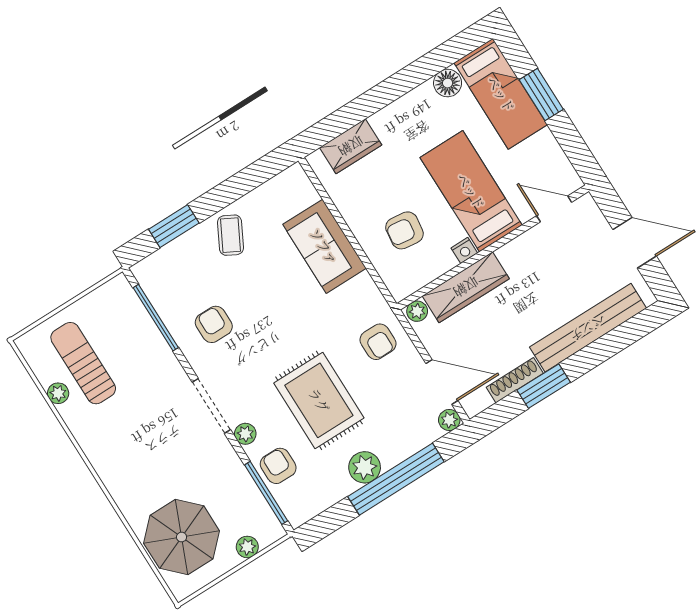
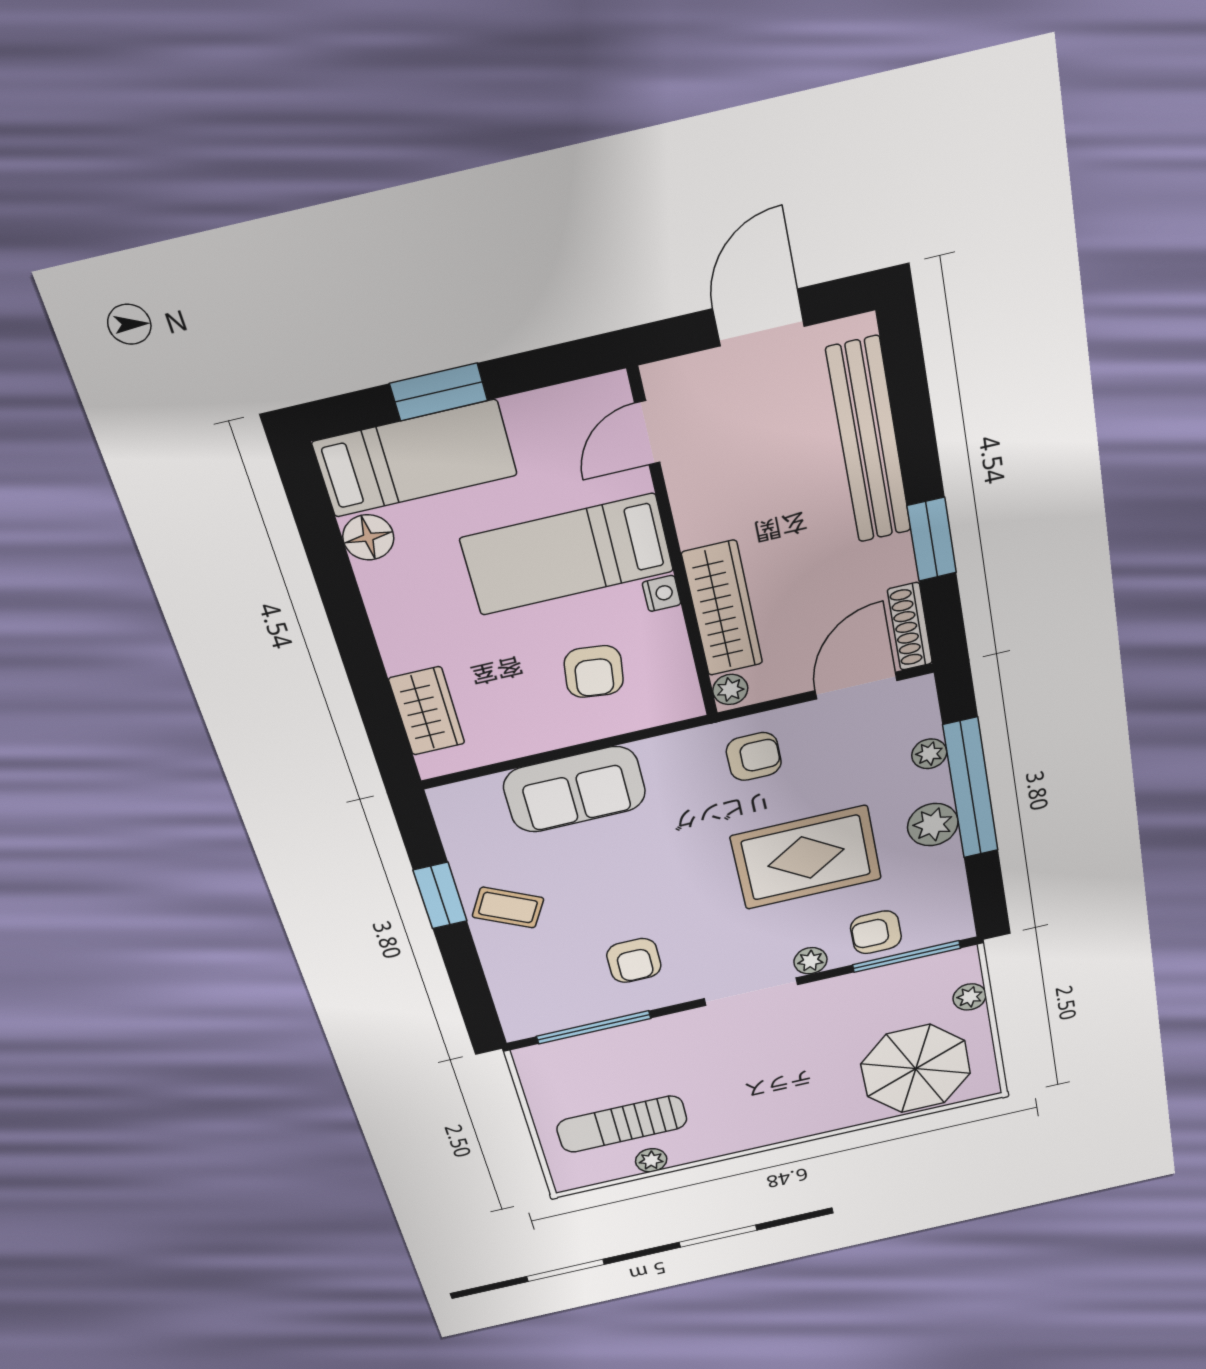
window: (174, 226) -> (440, 896), moved
armchair: (214, 324) -> (634, 960), turned -90
shoe rack: (515, 380) -> (910, 627), moved
plant: (449, 420) -> (929, 754), moved

